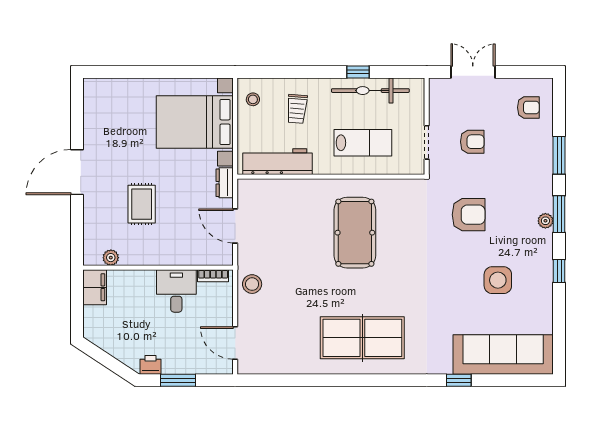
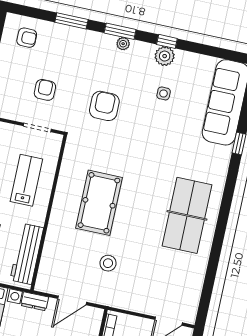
armchair: (528, 107) -> (27, 38), turned 90
pool table: (355, 233) -> (99, 203), turned 90
plant: (542, 272) -> (165, 56), added
side table: (498, 280) -> (164, 93), width x0.54, depth x0.54
stool: (252, 284) -> (108, 263), moved

